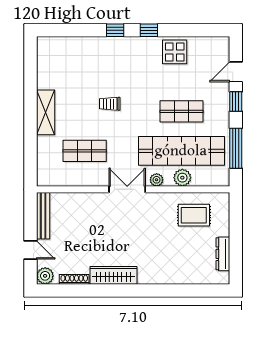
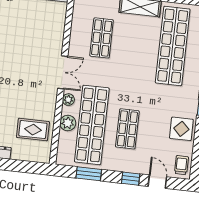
shop shelf: (85, 72) -> (173, 46), added
trolley: (110, 104) -> (181, 165), moved
window: (236, 148) -> (89, 174), width x0.69
rug: (194, 215) -> (33, 130), turned 90

